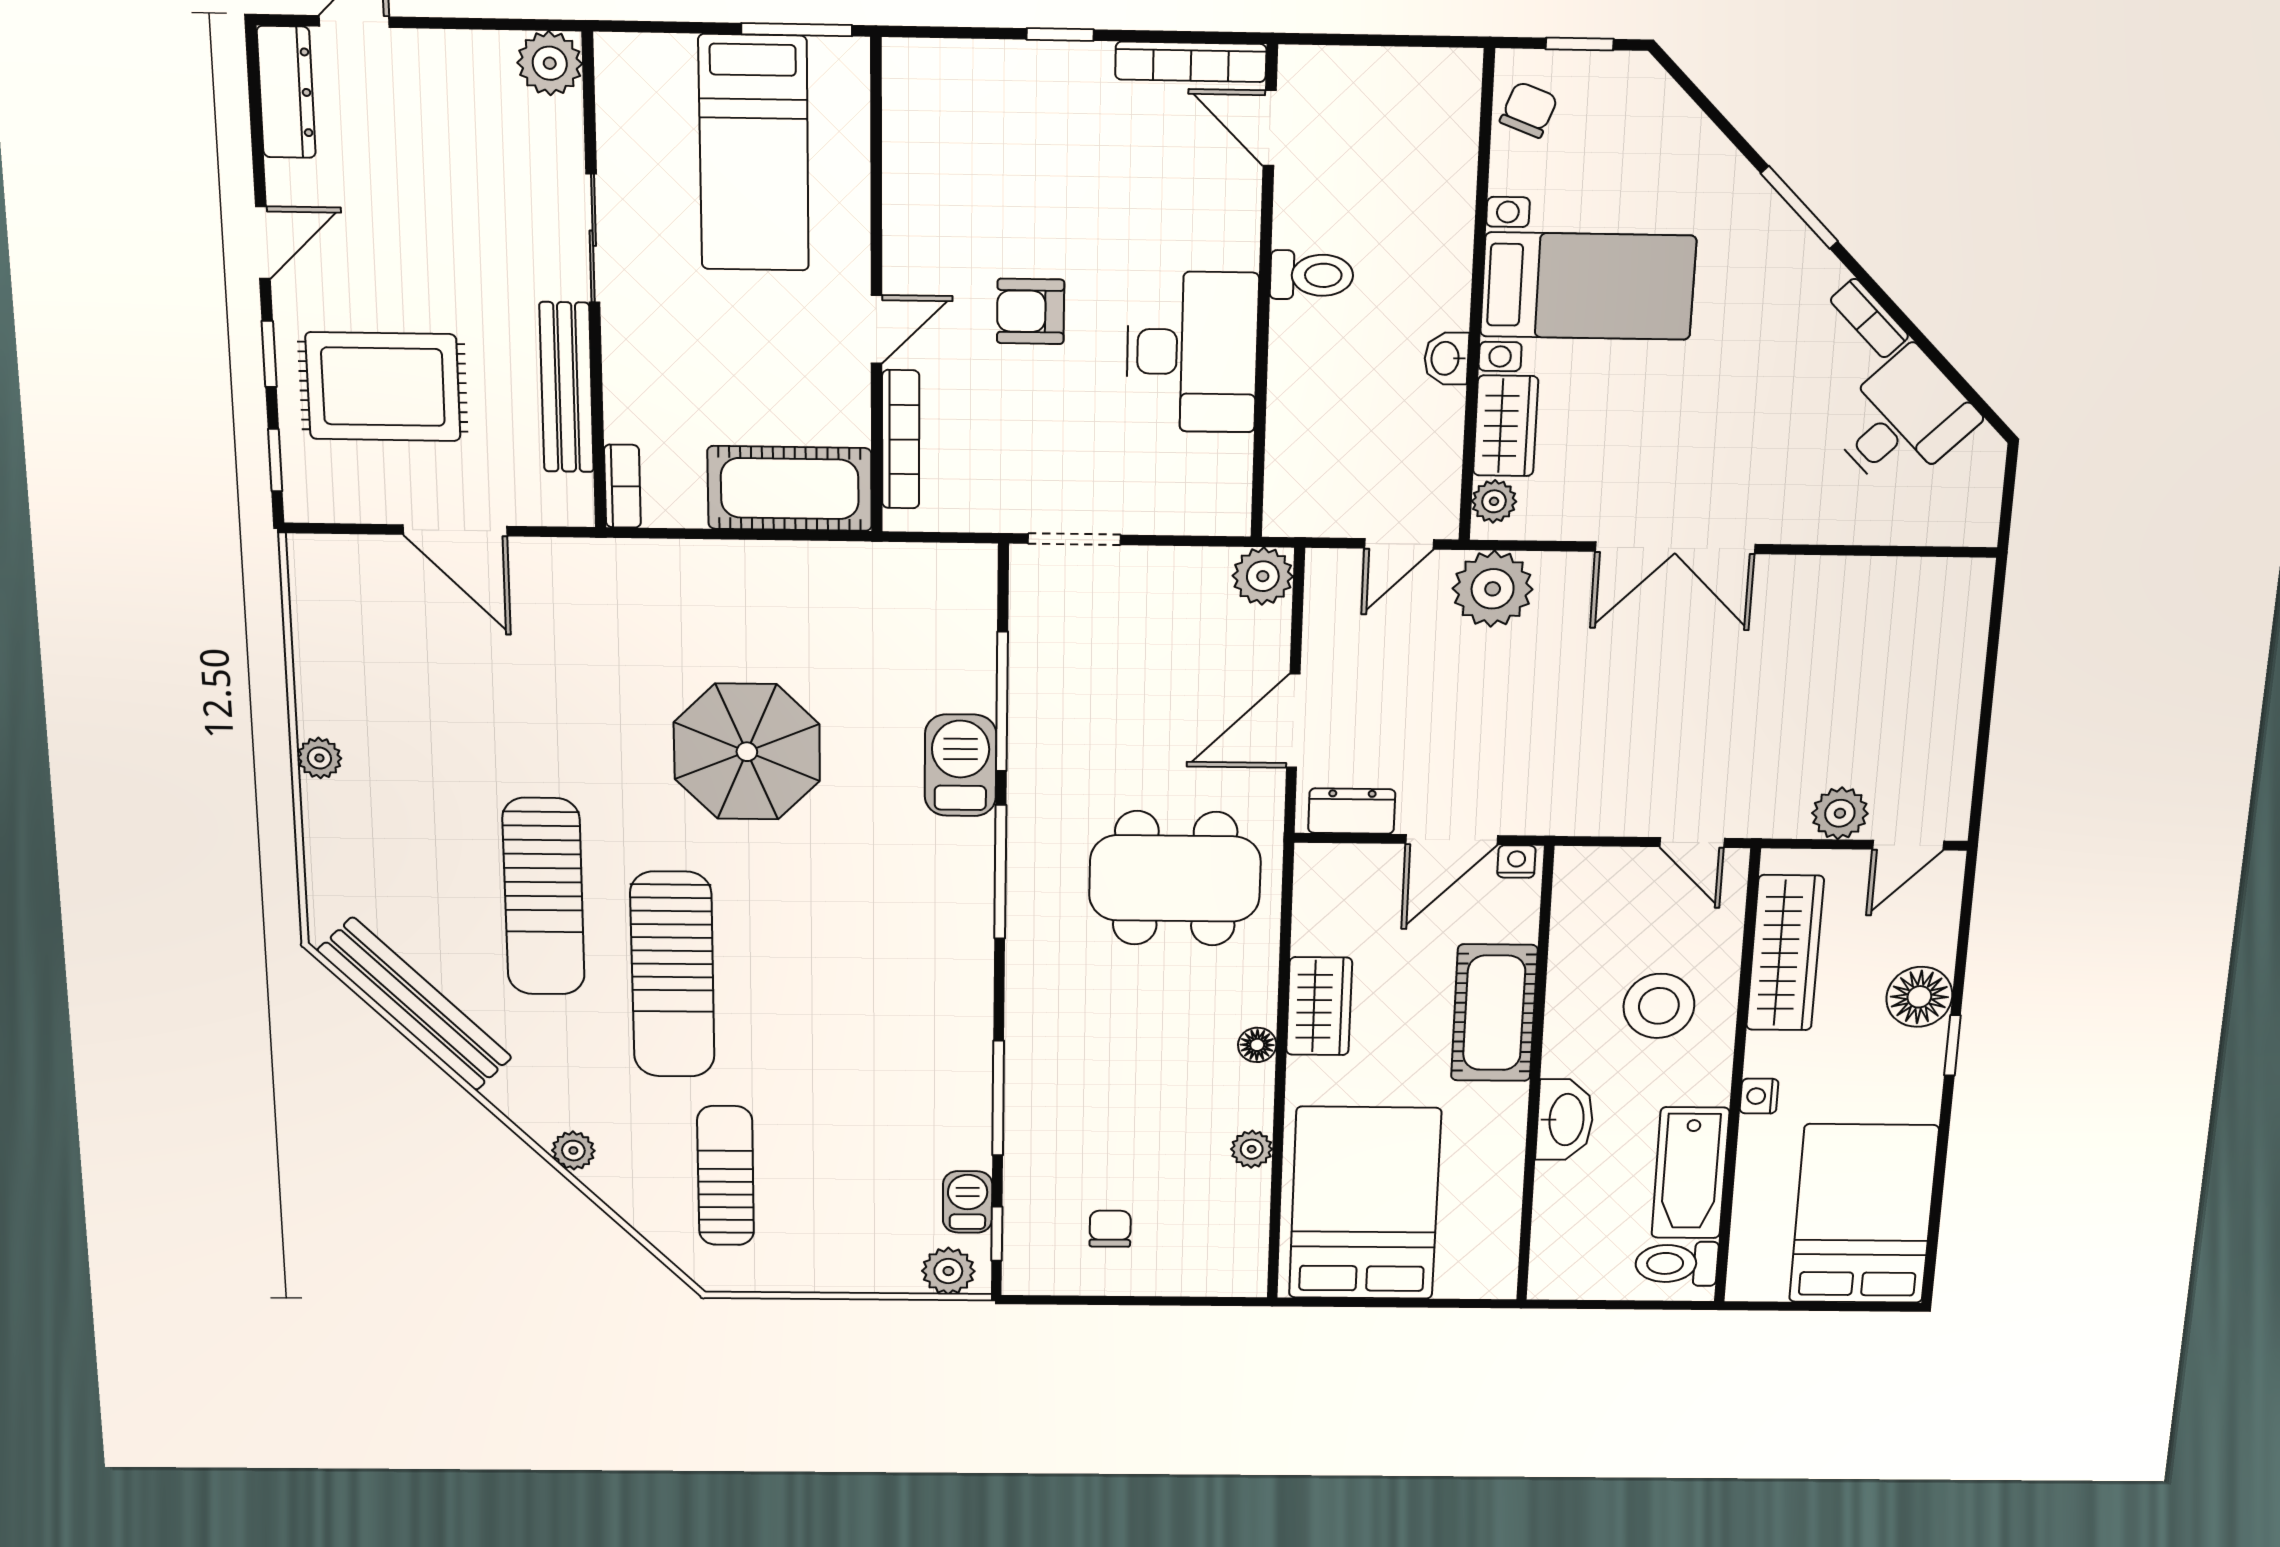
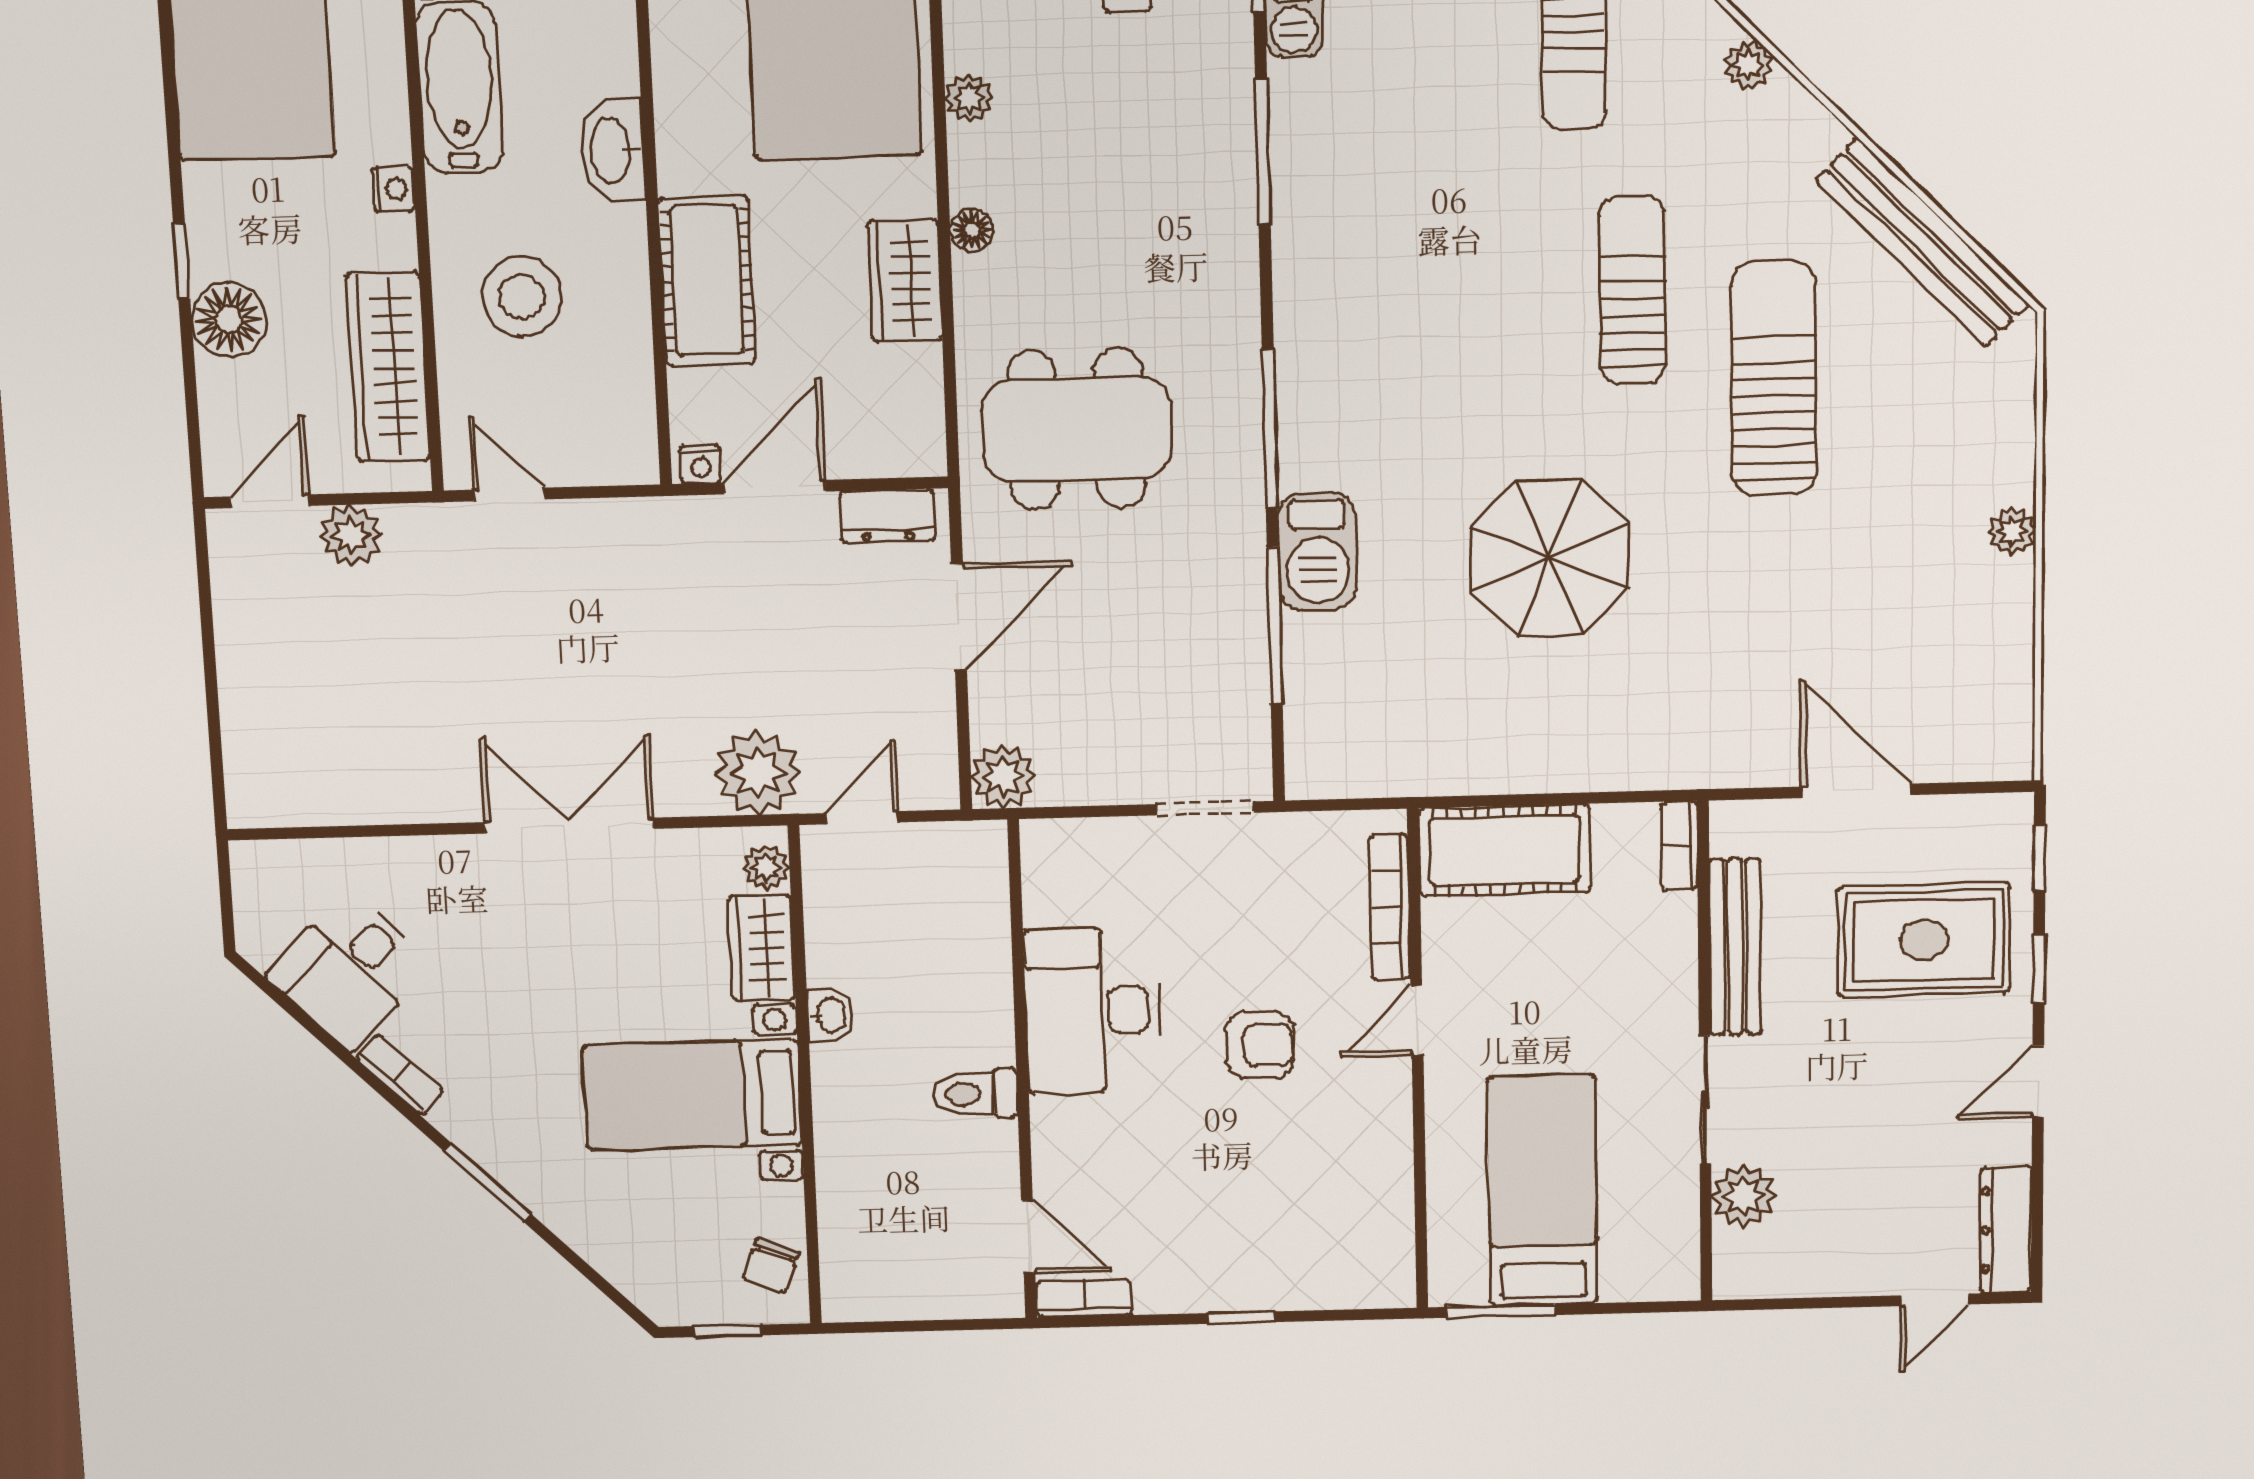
bookcase: (1191, 62) -> (1084, 1298), width x0.64
plant: (550, 63) -> (1744, 1196), moved
sun lounger: (673, 975) -> (1632, 290), width x0.73, depth x0.75

